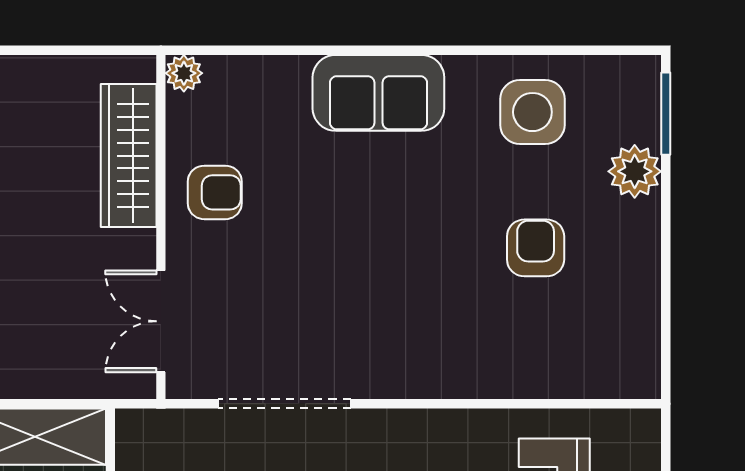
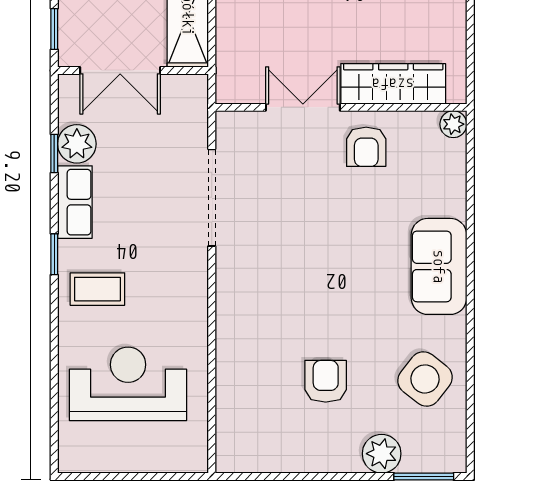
side table: (532, 112) -> (425, 379), turned 38
armchair: (536, 248) -> (326, 381), turned -90
double door: (161, 321) -> (303, 107), moved

